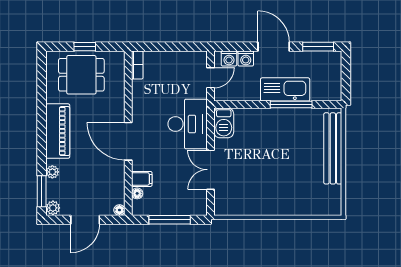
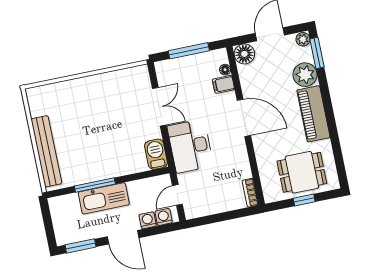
plant: (52, 172) -> (305, 75), width x1.87, depth x1.87
floor lamp: (119, 210) -> (244, 54), width x1.89, depth x1.89

